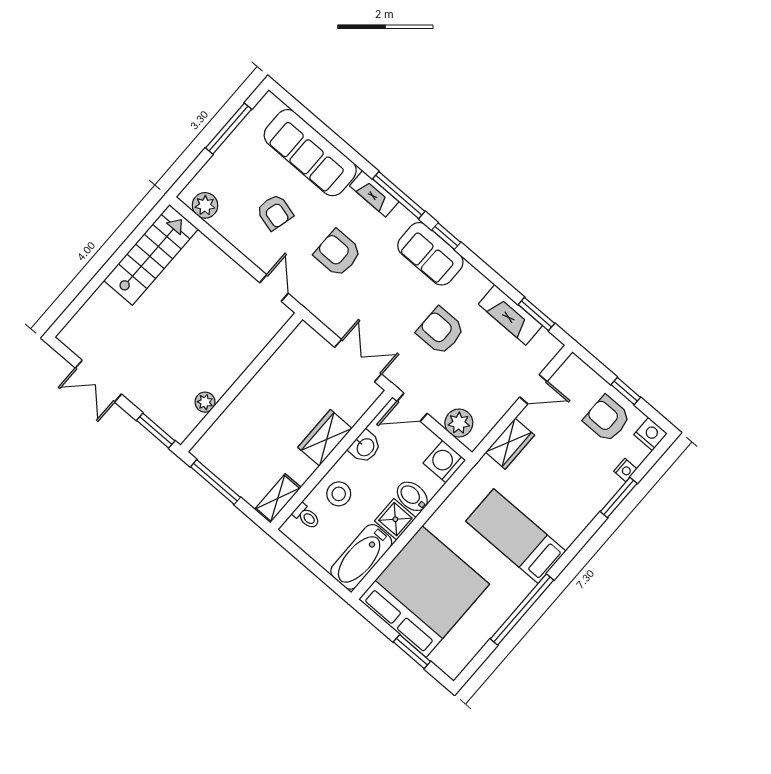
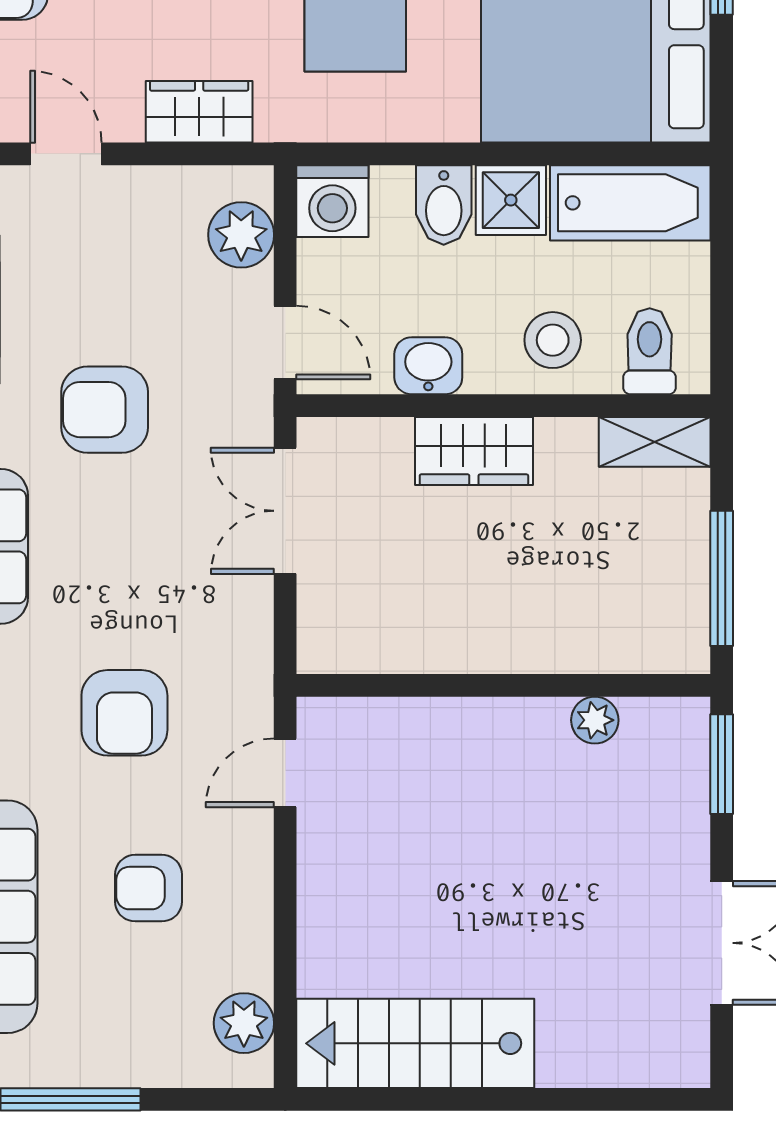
armchair: (275, 212) -> (148, 888), turned -105
armchair: (441, 331) -> (105, 410), turned 90
toilet: (306, 516) -> (650, 351), width x1.37, depth x1.39

